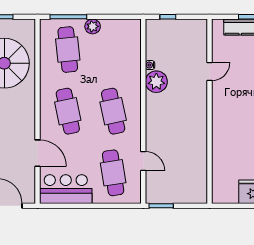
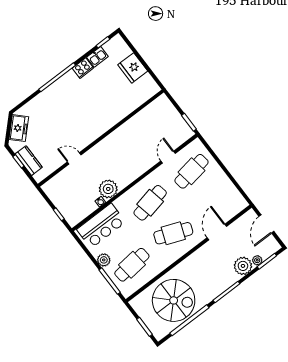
cafe table: (68, 111) -> (173, 233), turned 33
bar counter: (66, 189) -> (101, 226), moved, turned -90

